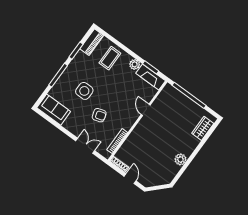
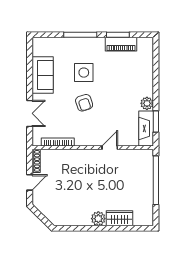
piano: (92, 42) -> (121, 44), moved
coffee table: (110, 58) -> (135, 74), removed
sofa: (54, 110) -> (43, 75), moved
armchair: (99, 115) -> (84, 103), moved
wardrobe: (203, 128) -> (120, 218), moved
plant: (180, 159) -> (98, 219), moved

